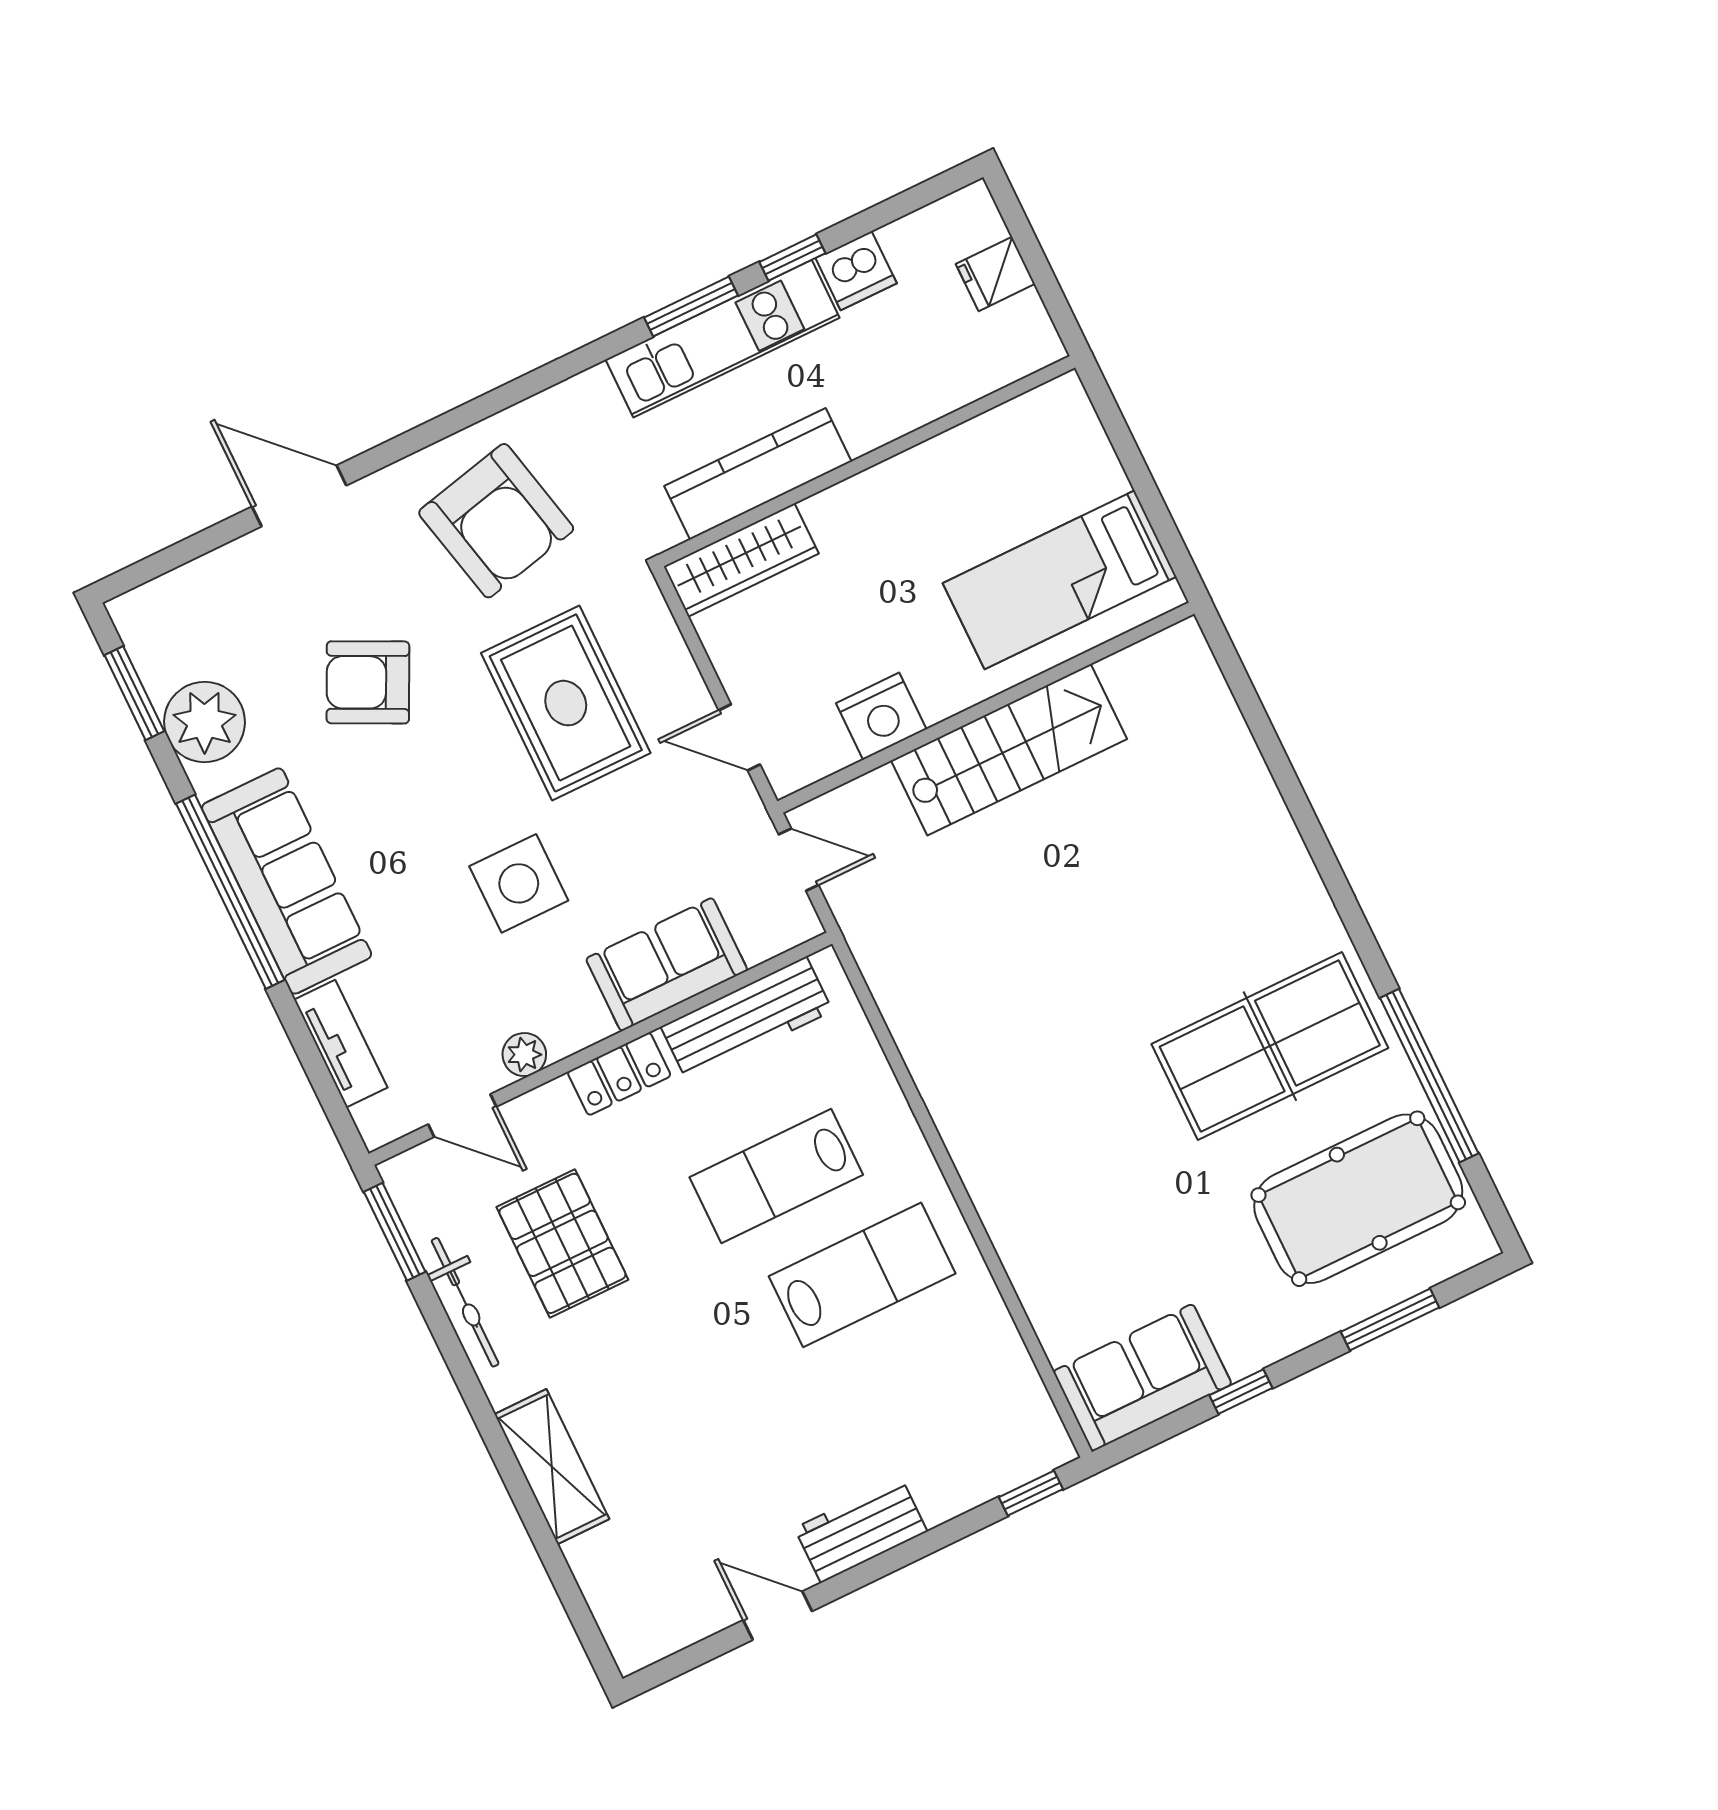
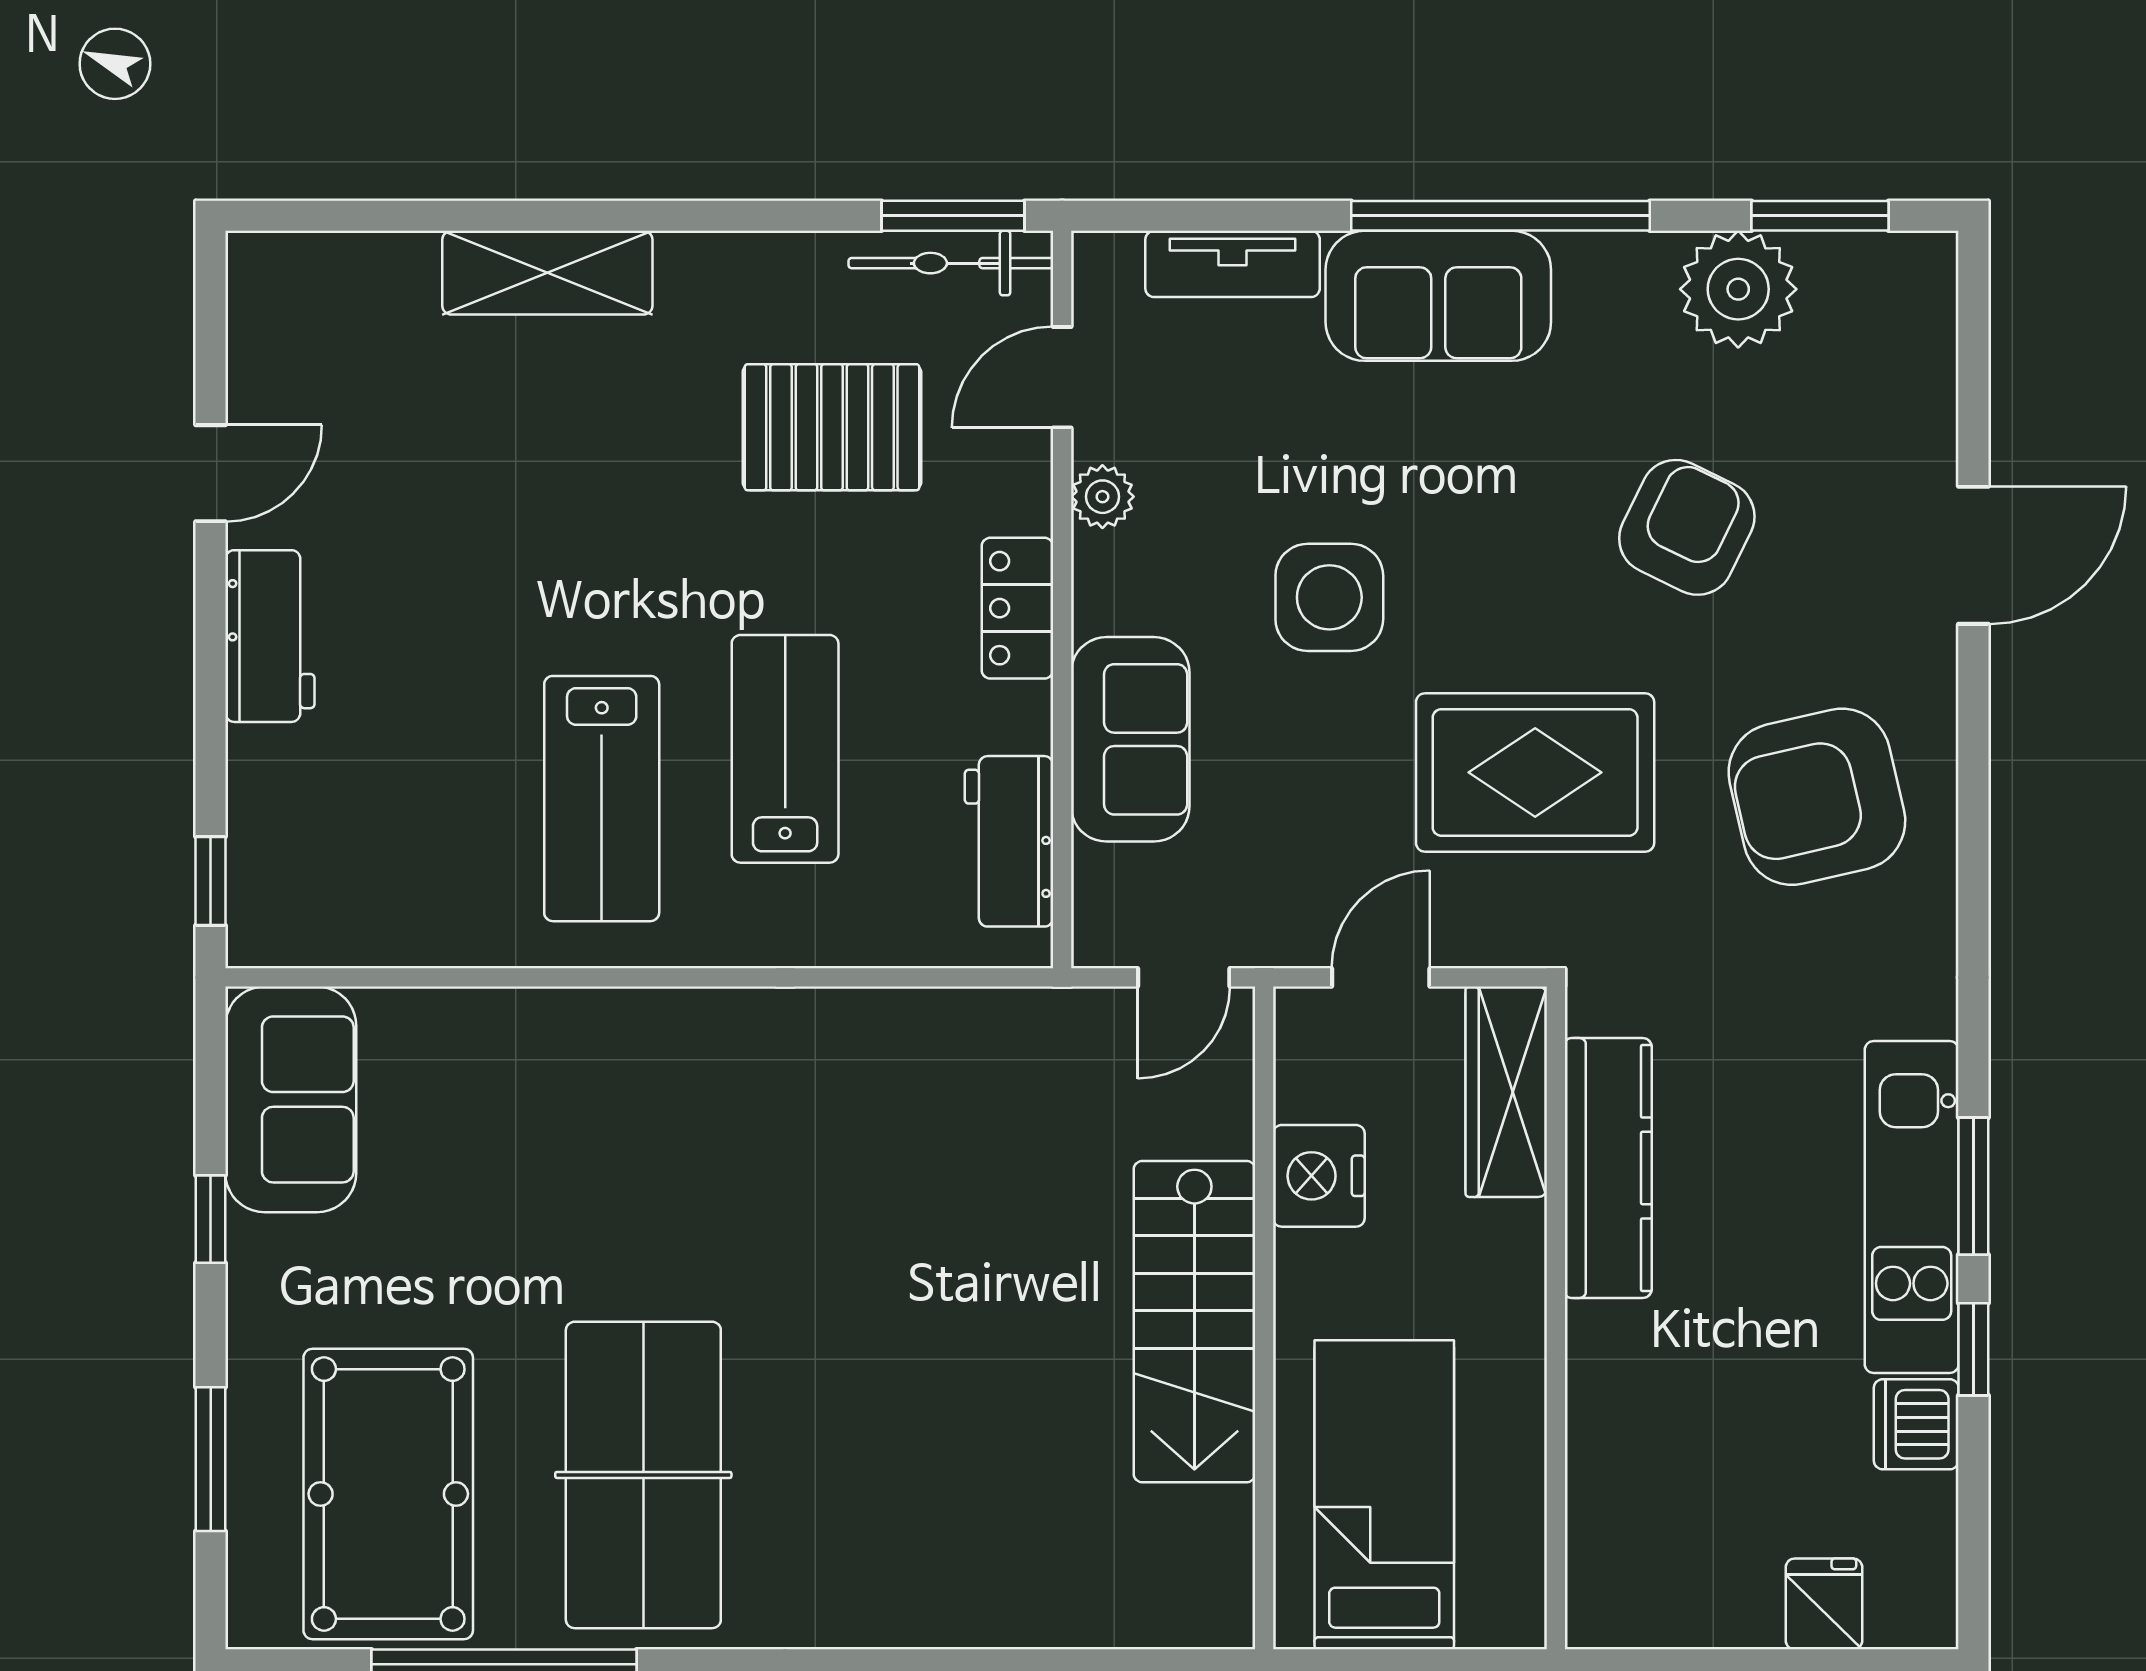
wall: (867, 461) -> (1556, 1318), moved
kitchen counter: (758, 474) -> (1608, 1168), moved
wardrobe: (741, 560) -> (1506, 1092), moved
sofa: (287, 881) -> (1438, 296), width x0.73
workbench: (747, 1019) -> (1009, 841), width x0.73
bicycle: (465, 1302) -> (951, 263), moved

